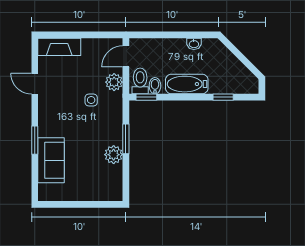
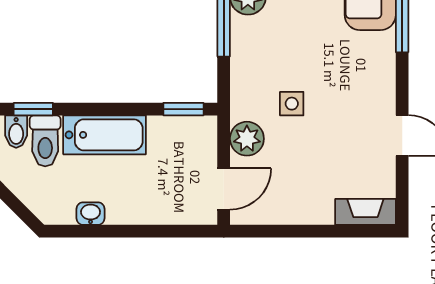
fireplace: (59, 47) -> (365, 212), width x0.73, depth x0.76
toilet: (140, 81) -> (45, 141), moved
bidet: (155, 86) -> (16, 132), moved

